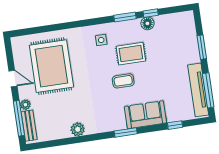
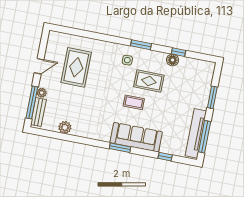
window: (125, 17) -> (141, 45), moved
rug: (51, 66) -> (76, 67), width x0.73, depth x0.69
door: (13, 78) -> (39, 66), hinge flipped
sofa: (145, 115) -> (136, 137), width x1.36
plant: (78, 129) -> (65, 127), moved

